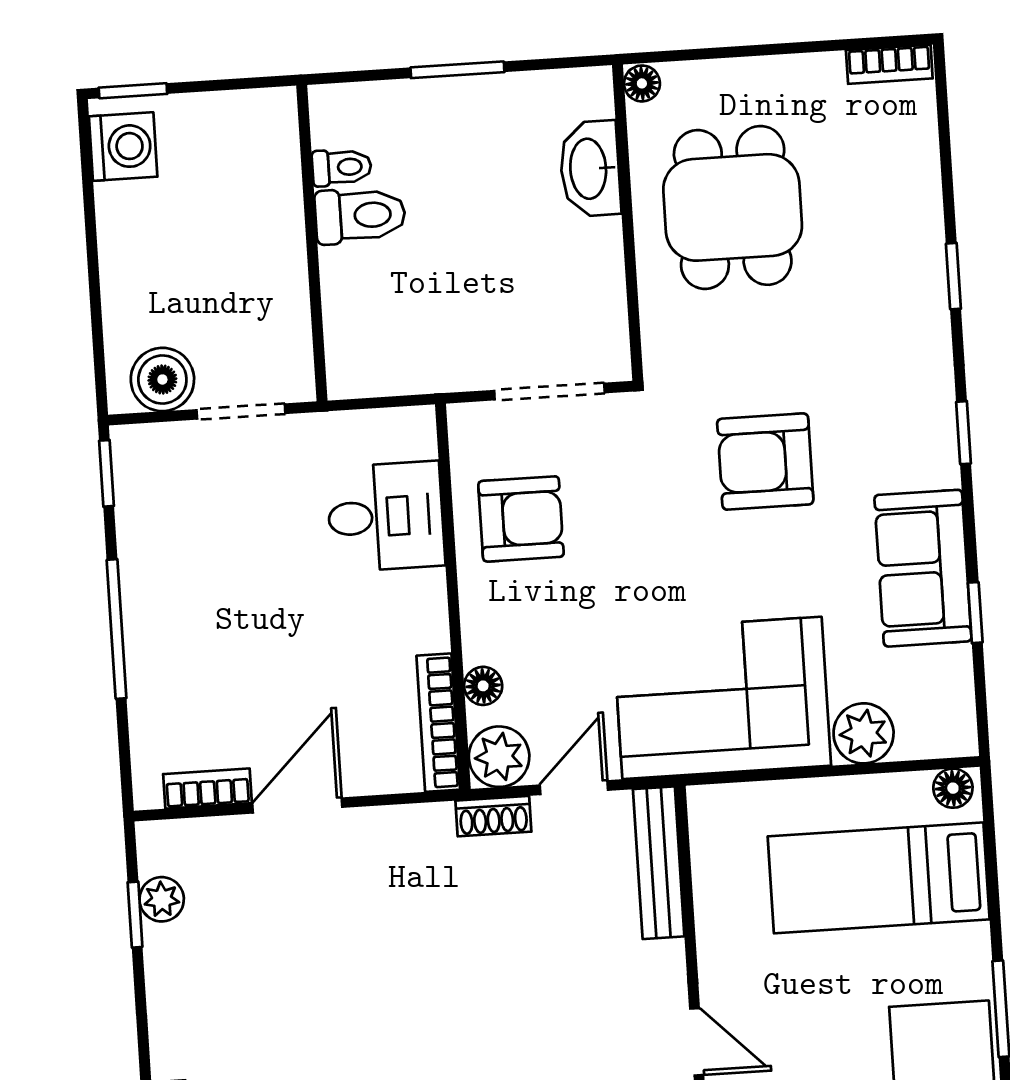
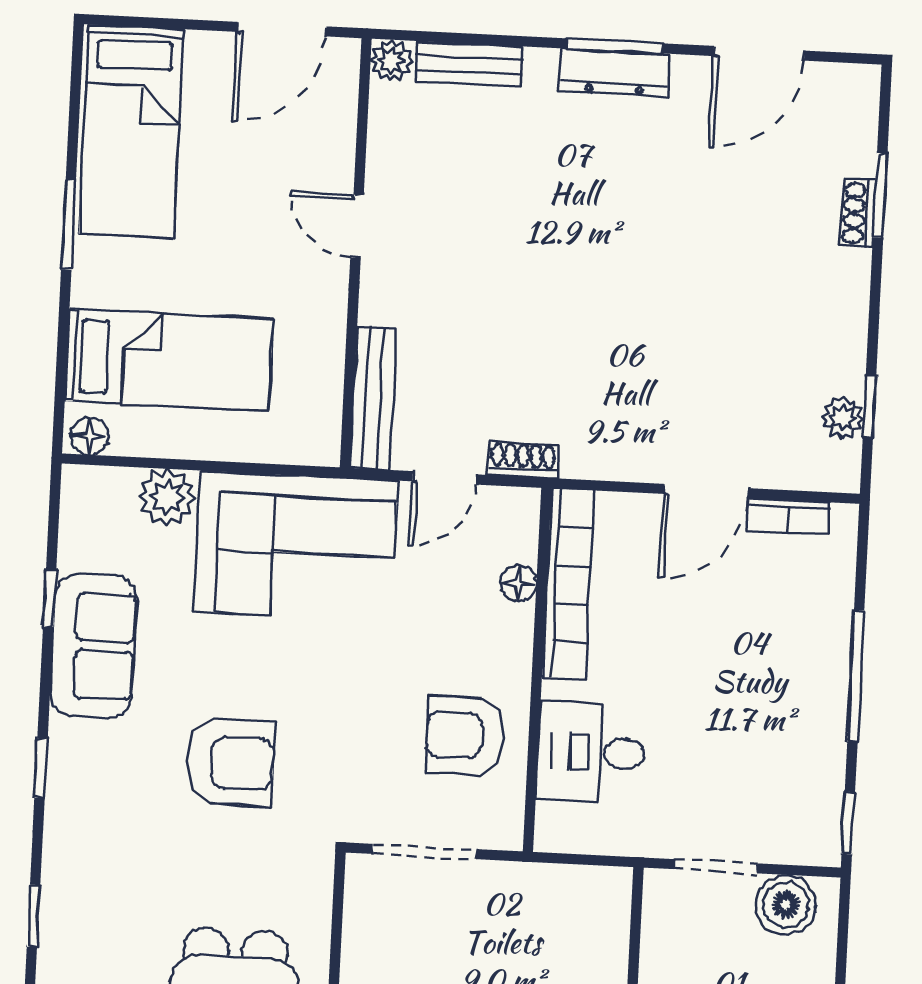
bookcase: (438, 723) -> (568, 585), width x1.48, depth x1.31
plant: (499, 757) -> (511, 515), removed

